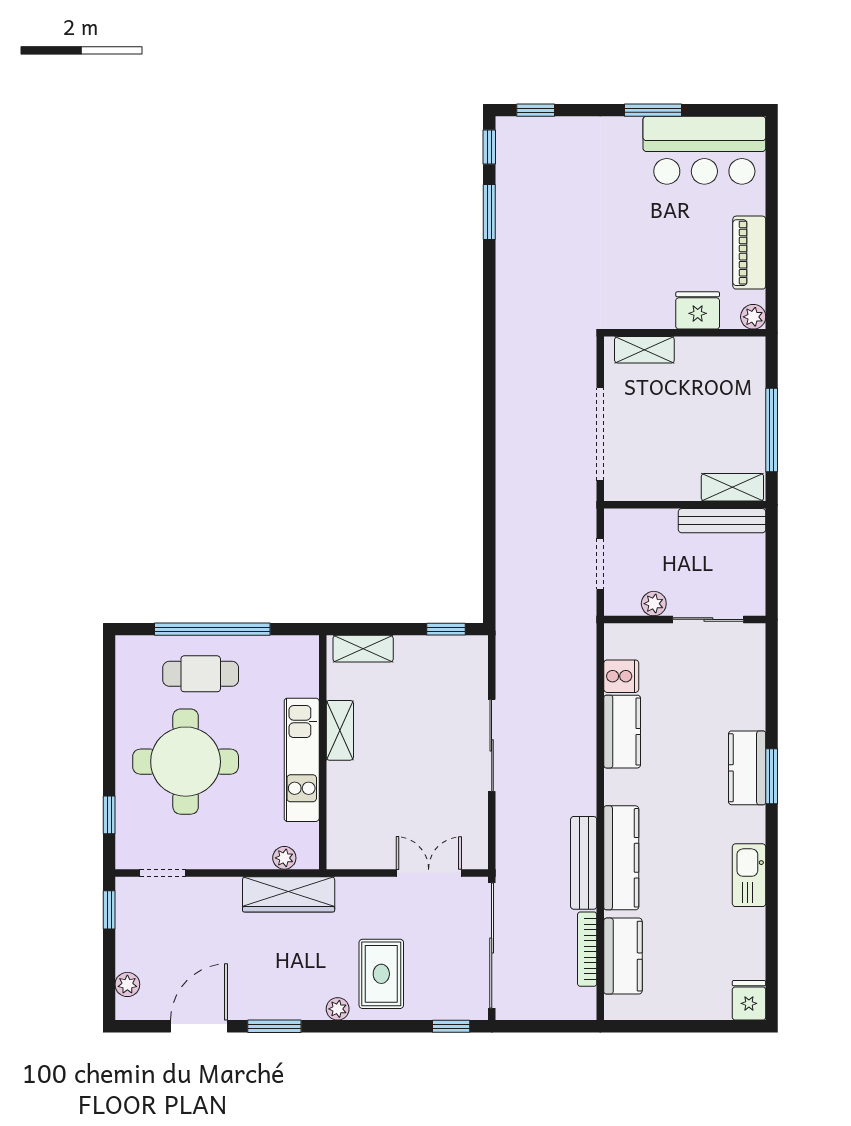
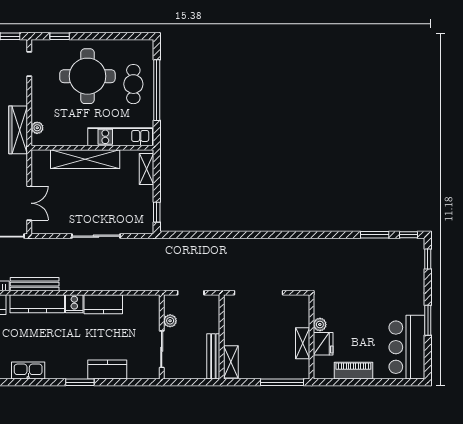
plant: (753, 317) -> (320, 325), moved
shelving: (644, 350) -> (303, 343), moved
window: (772, 430) -> (282, 382), moved
cooker: (621, 676) -> (74, 304), moved
shelving: (340, 730) -> (85, 159), width x2.20, depth x1.33
kitchen unit: (302, 760) -> (120, 137), moved
kitchen counter: (747, 768) -> (107, 370), moved

